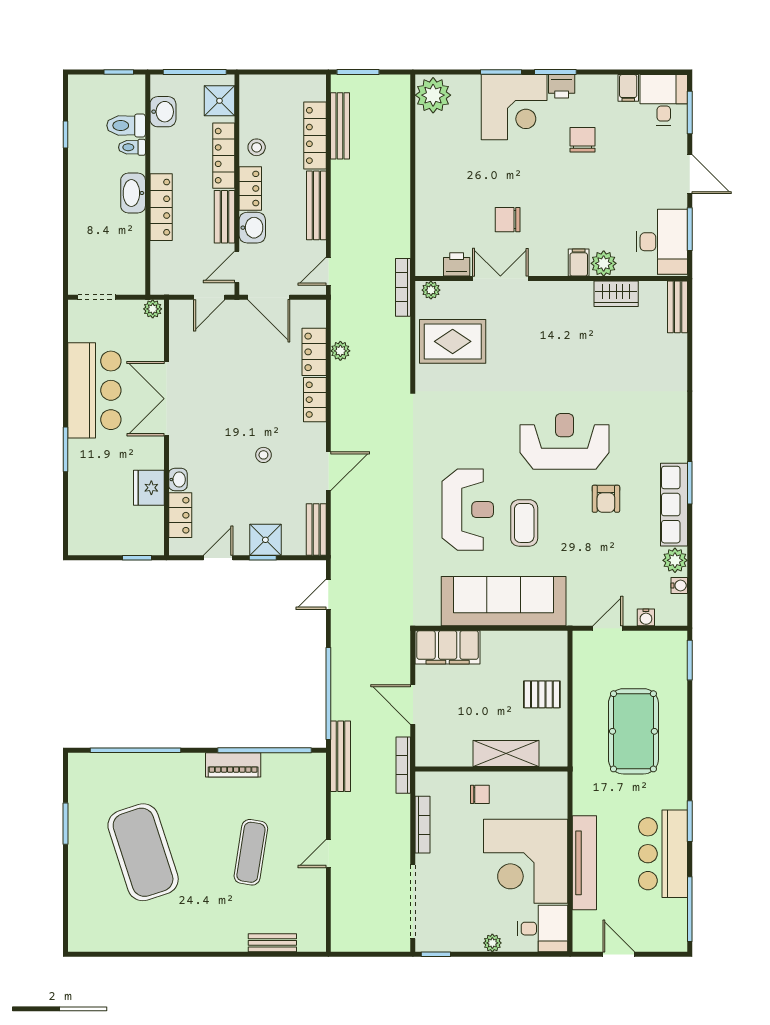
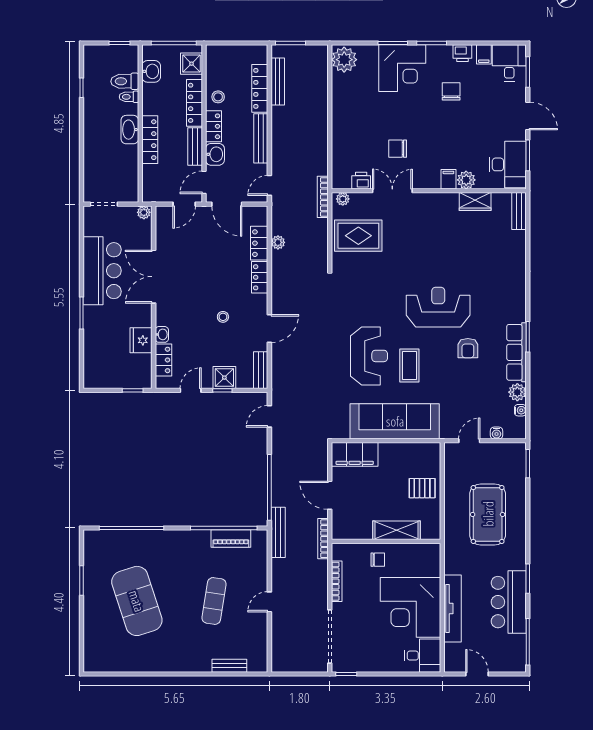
printer: (562, 86) -> (462, 53), moved
piano: (233, 765) -> (231, 538), moved
plant: (492, 943) -> (387, 666), removed

